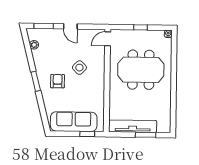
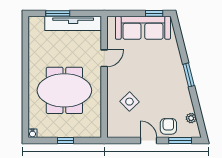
door: (108, 39) -> (104, 58), moved
side table: (79, 68) -> (129, 102), moved
armchair: (58, 81) -> (168, 126), moved, turned 180
window: (87, 134) -> (154, 13), moved

